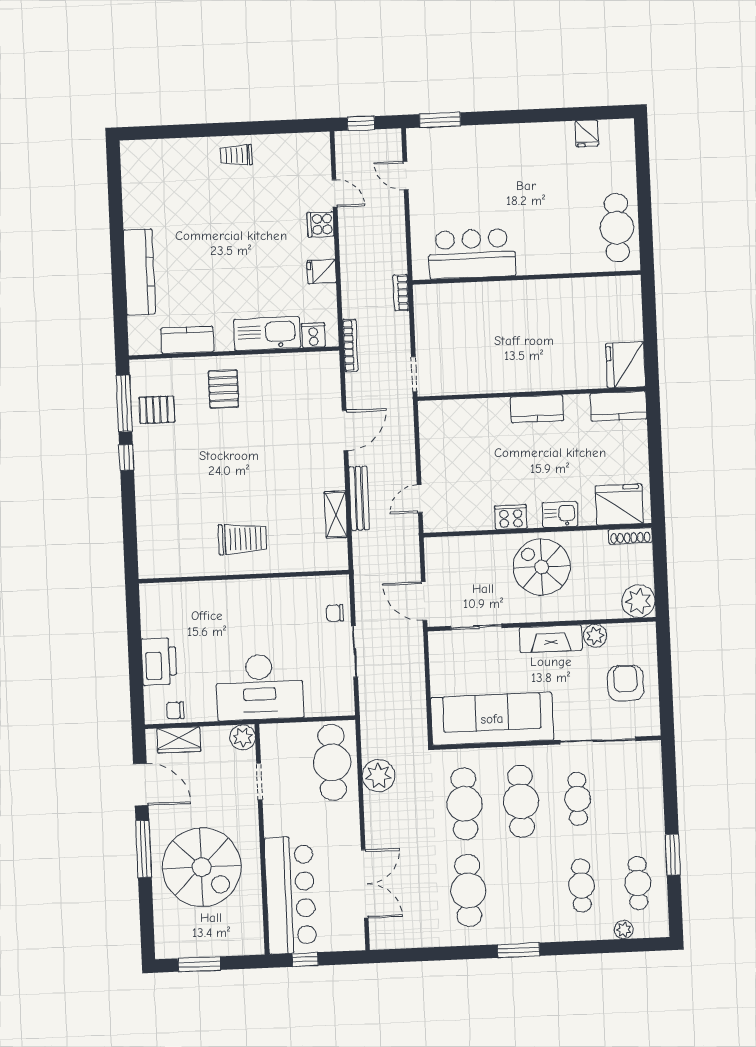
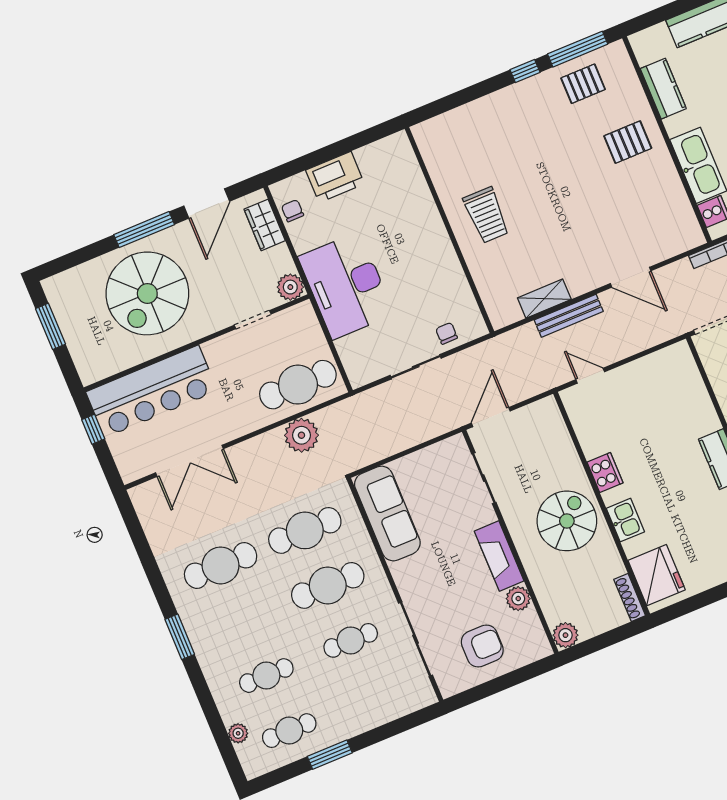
pallet: (157, 410) -> (583, 84), turned 90
plant: (638, 601) -> (565, 635), width x0.73, depth x0.73
sofa: (492, 719) -> (387, 514), width x0.74, depth x0.79

